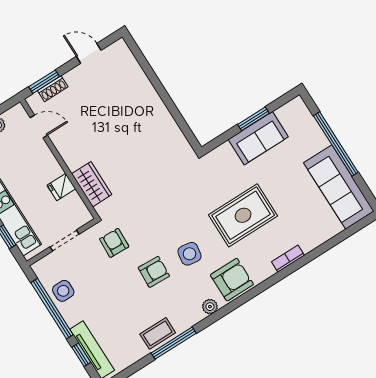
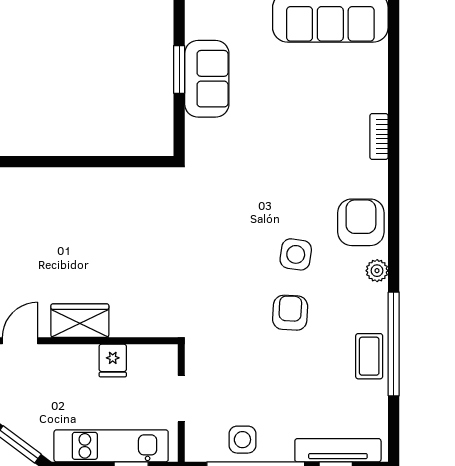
wardrobe: (92, 184) -> (80, 321), moved
rug: (243, 215) -> (290, 158), removed
armchair: (114, 243) -> (223, 339), removed
window: (174, 343) -> (394, 344), width x1.46

